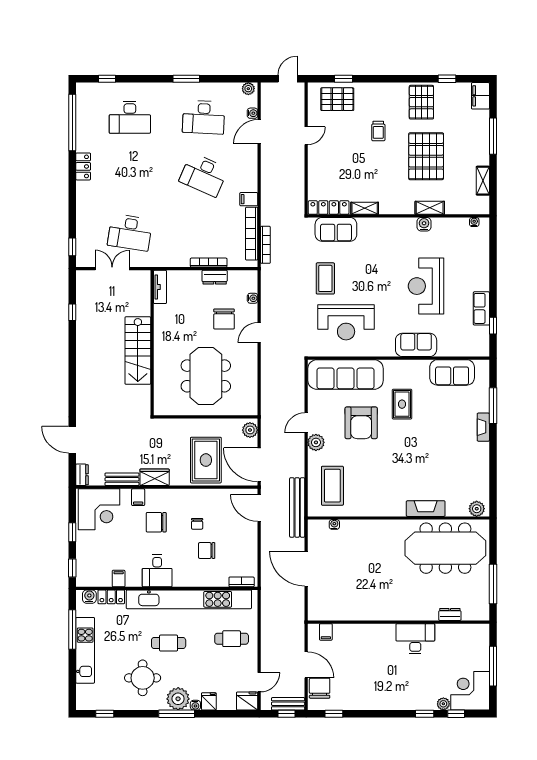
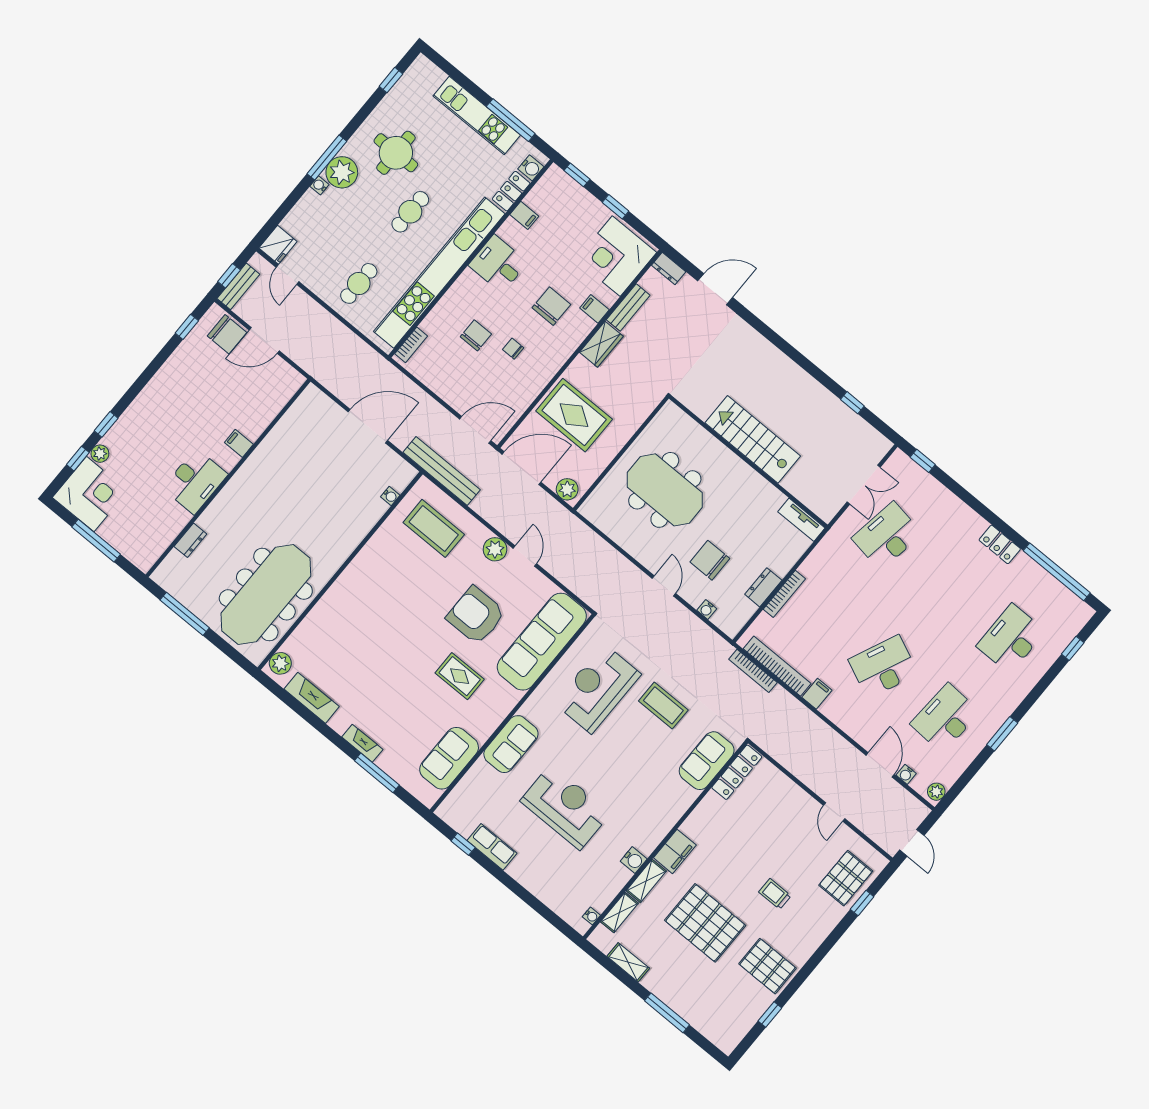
filing cabinet: (480, 96) -> (675, 851), moved, turned 90
shelving: (365, 208) -> (619, 912), moved
fireplace: (426, 509) -> (312, 698), moved, turned -90
filing cabinet: (326, 632) -> (239, 443), moved
fridge: (209, 701) -> (312, 203), removed

